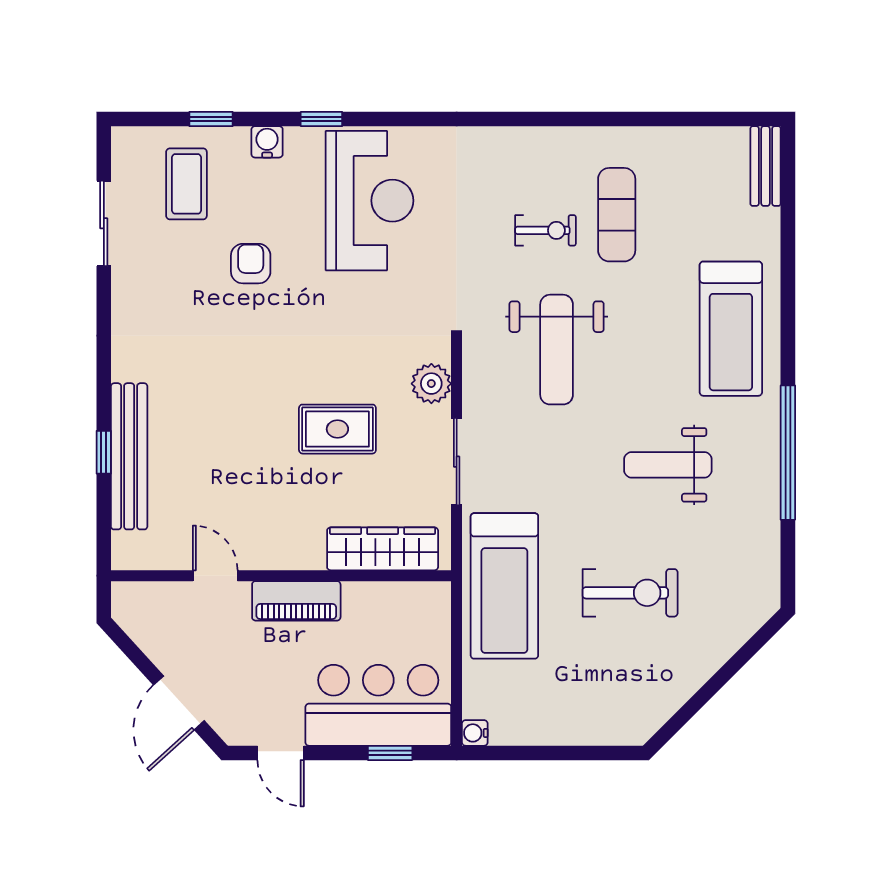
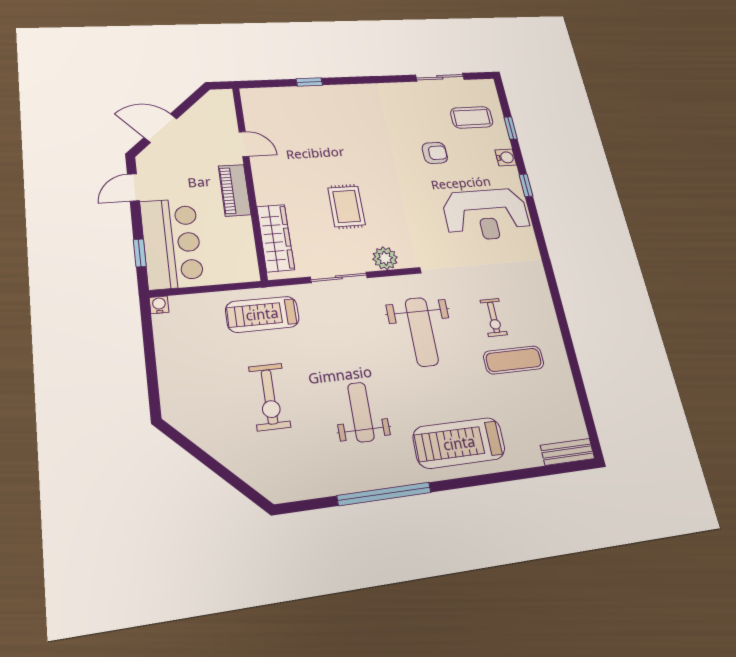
weight bench: (557, 350) -> (422, 332), turned -90
bench: (129, 456) -> (309, 95), removed
door: (215, 576) -> (244, 144), hinge flipped
treadmill: (504, 586) -> (262, 314), width x0.73, depth x0.73

